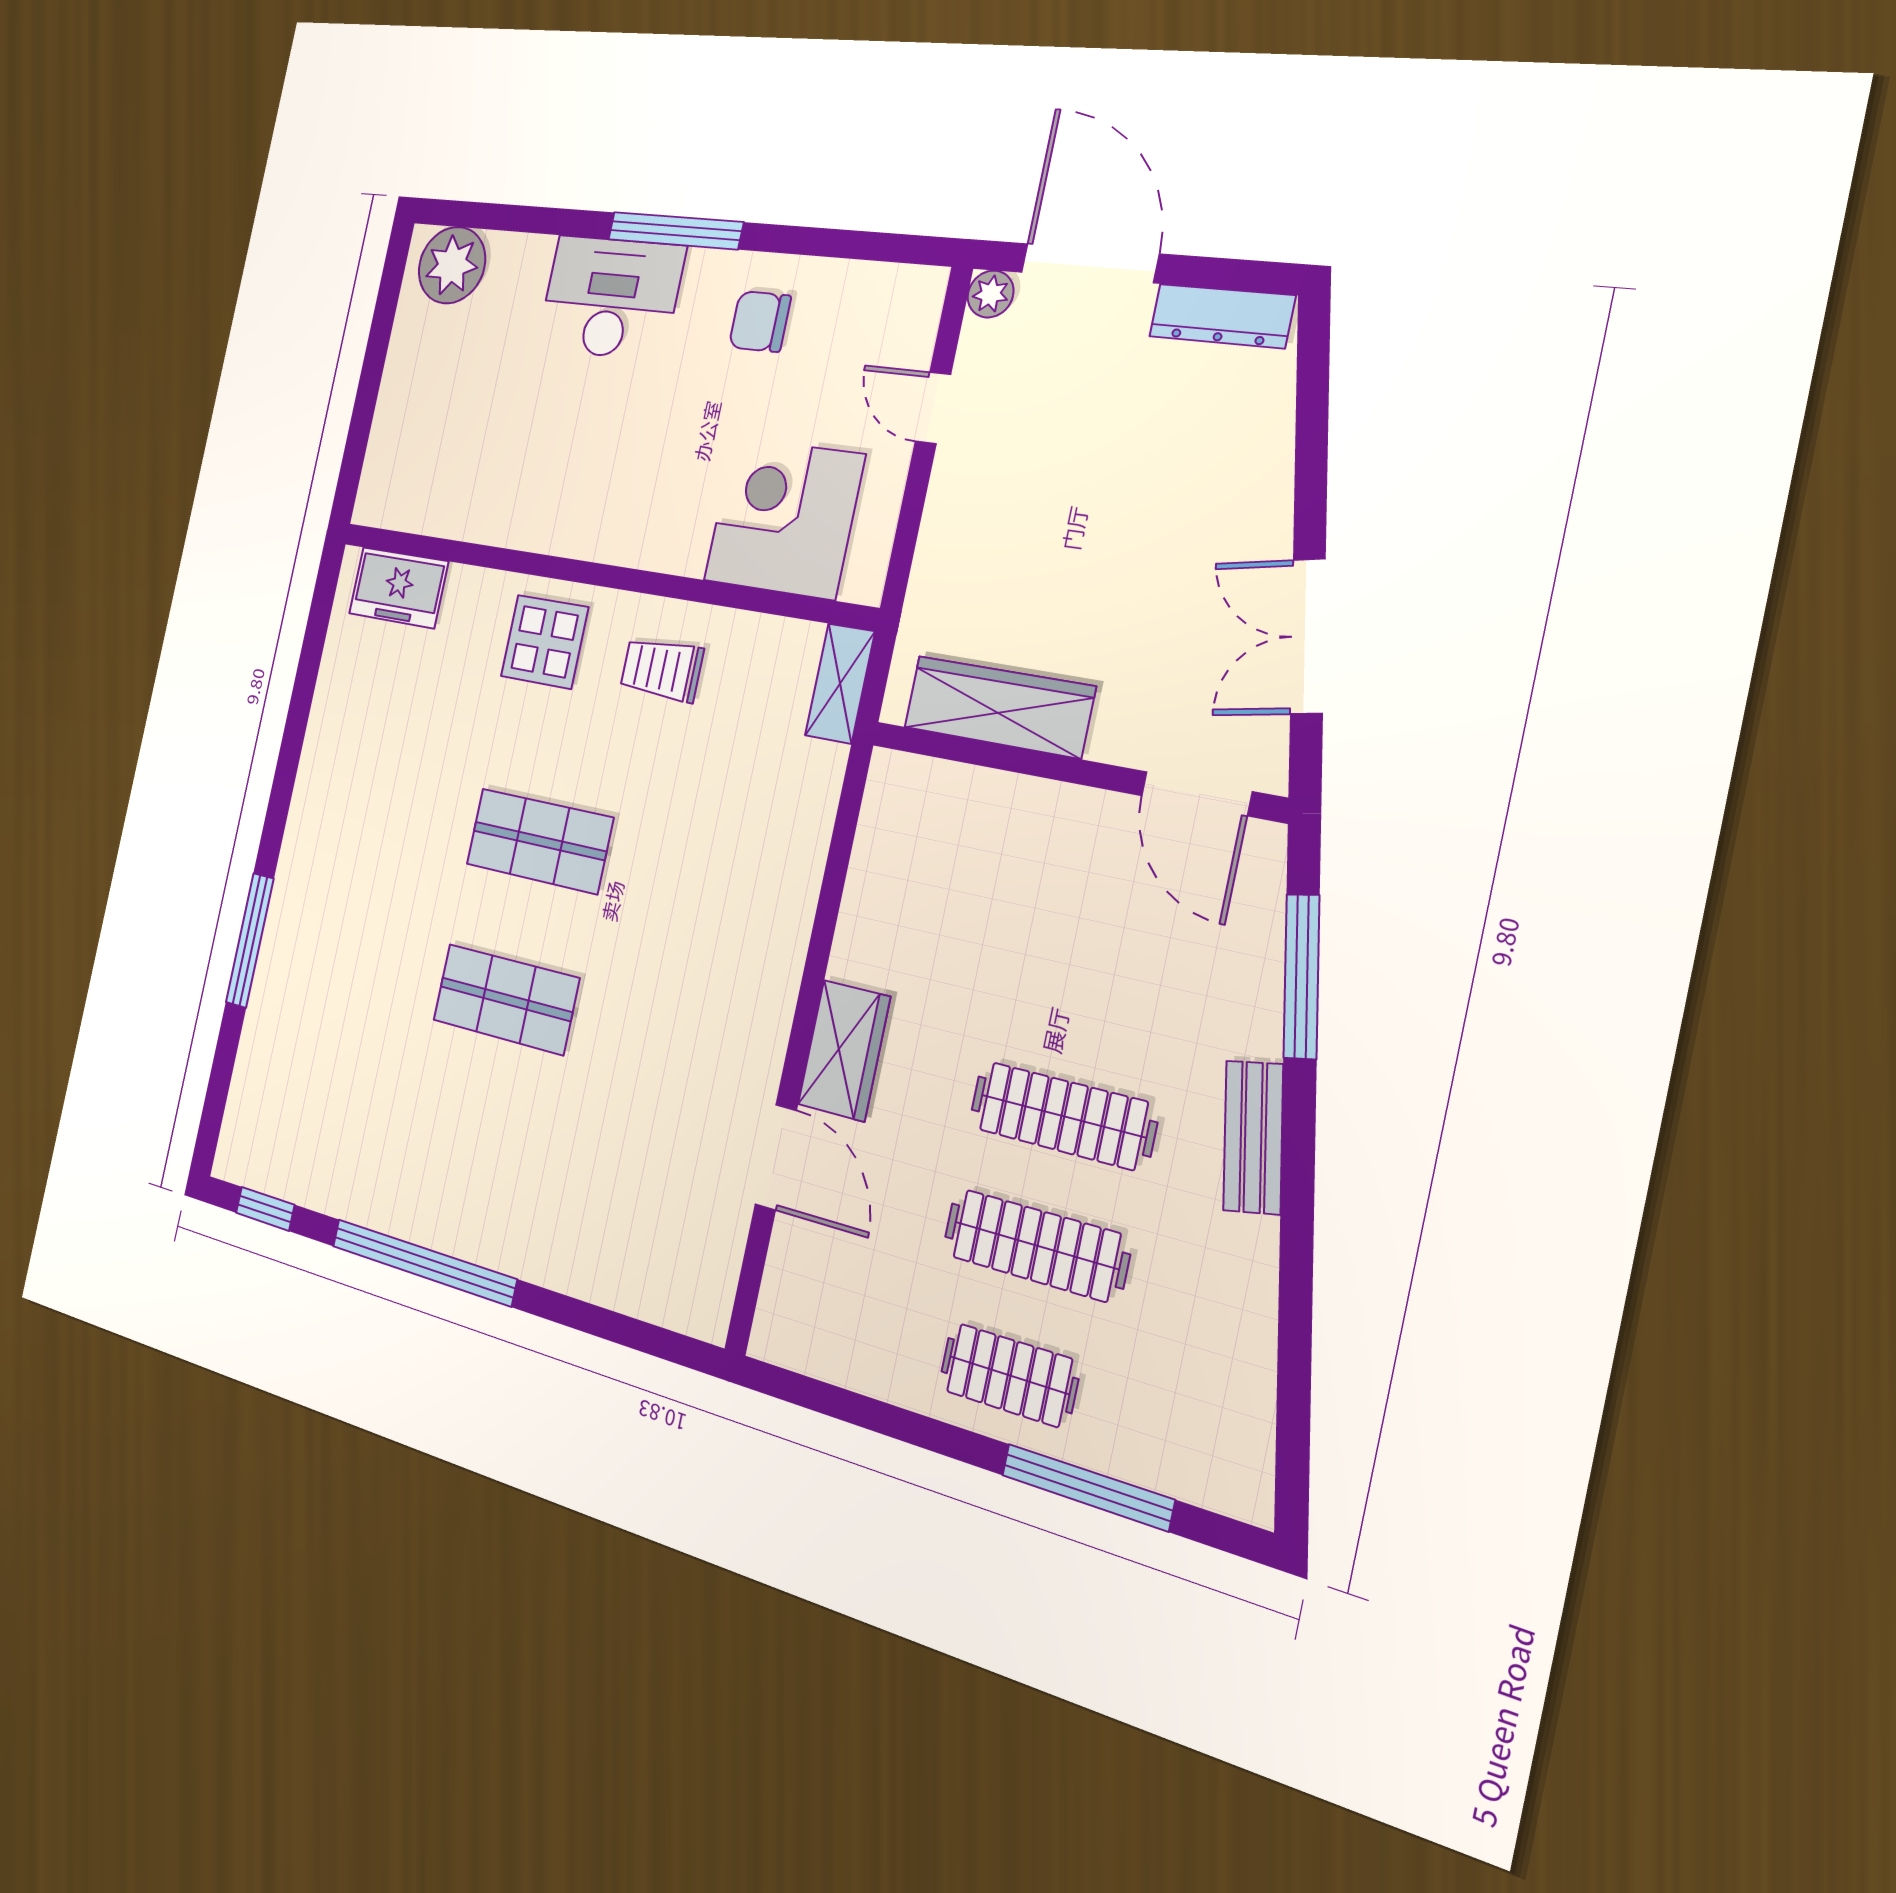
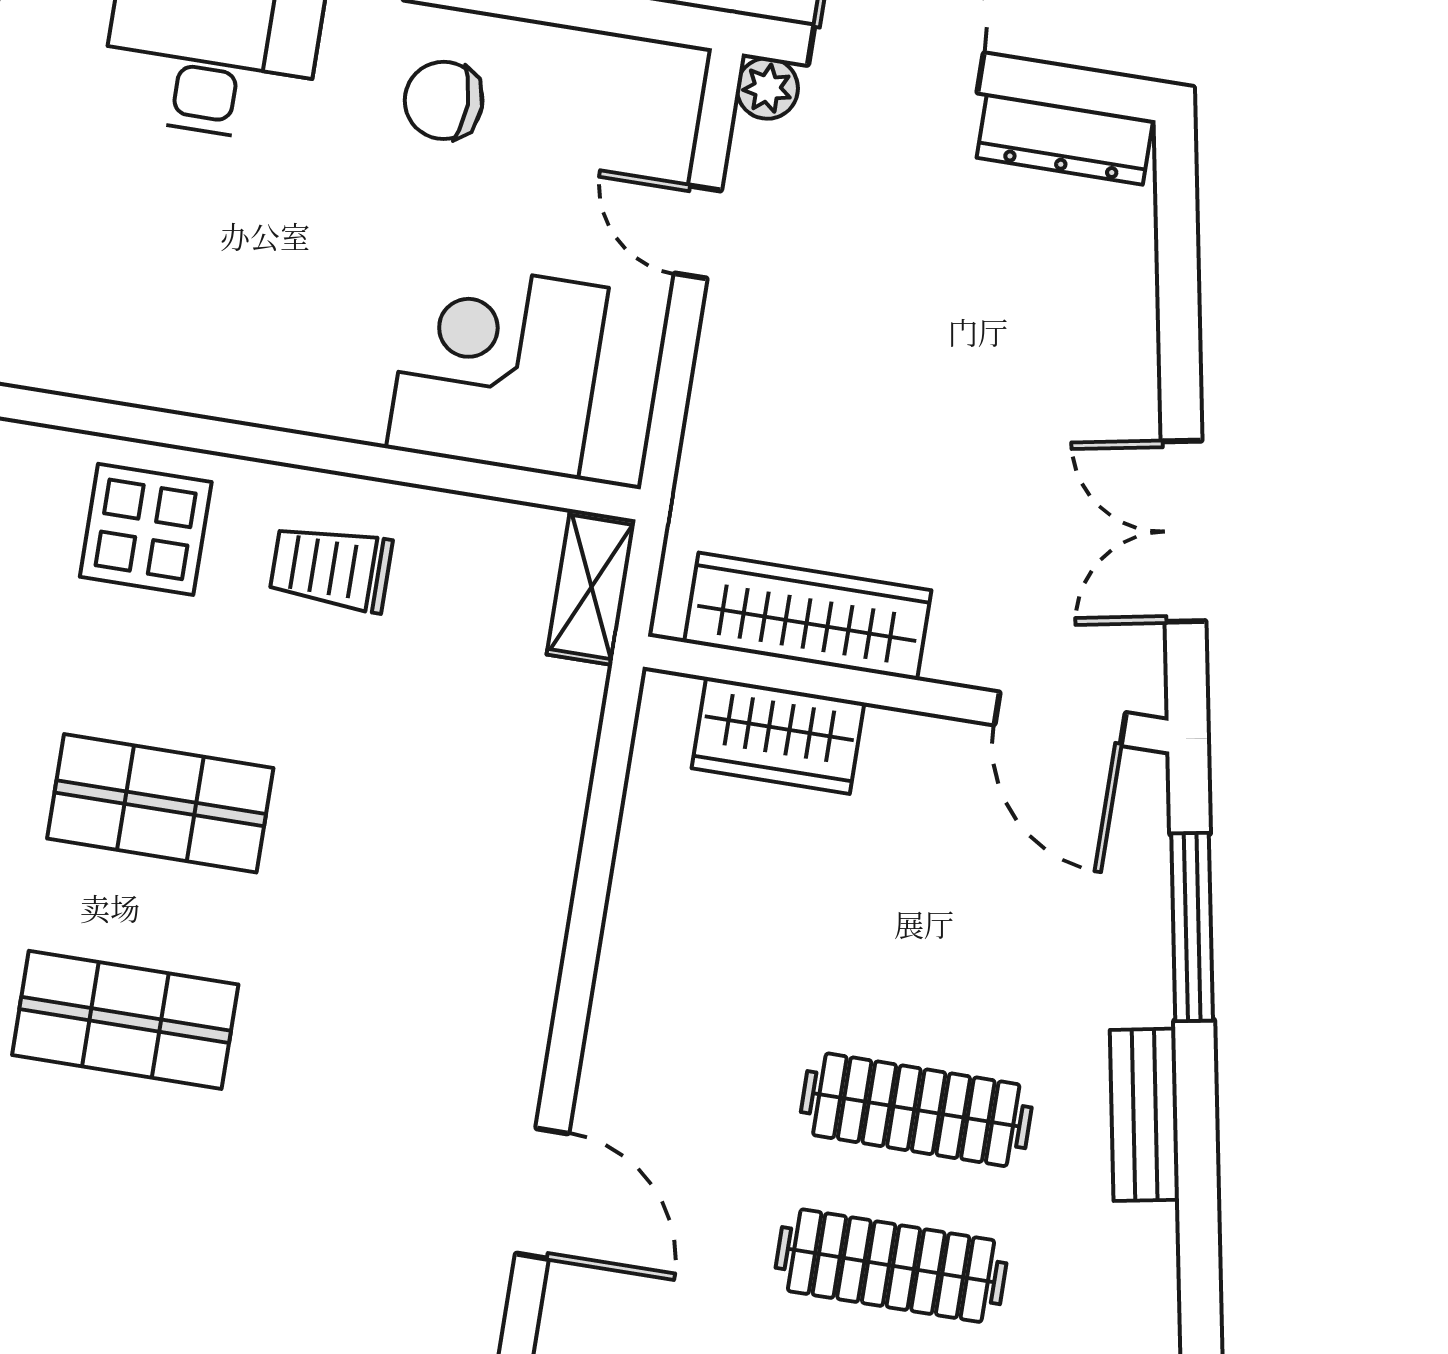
wardrobe: (844, 1051) -> (778, 735), moved, turned 90

